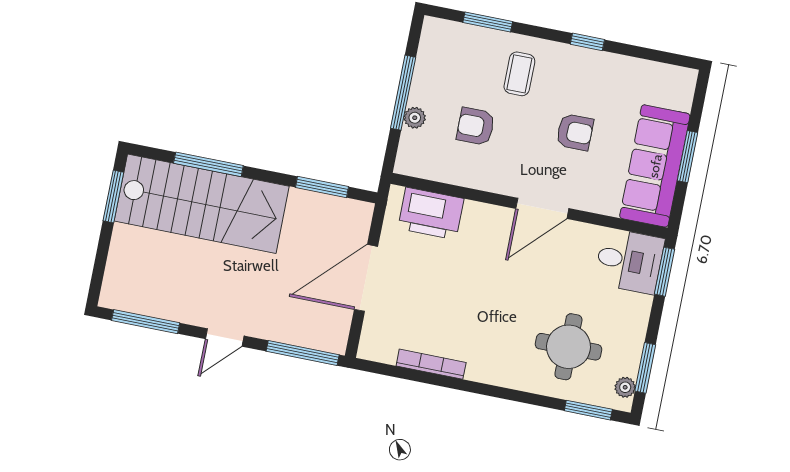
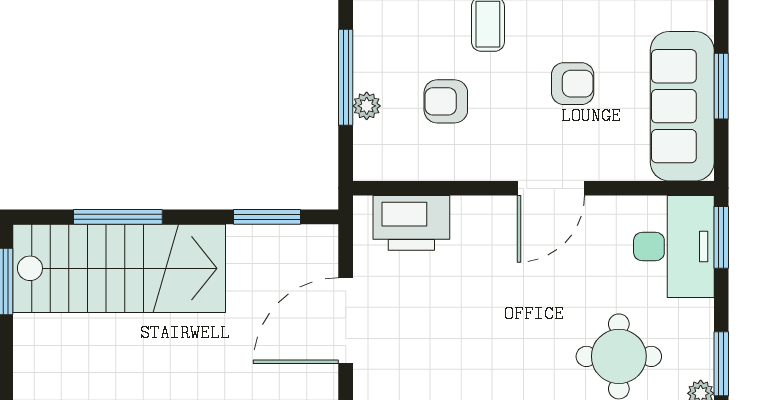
desk: (629, 261) -> (674, 247), width x1.37

